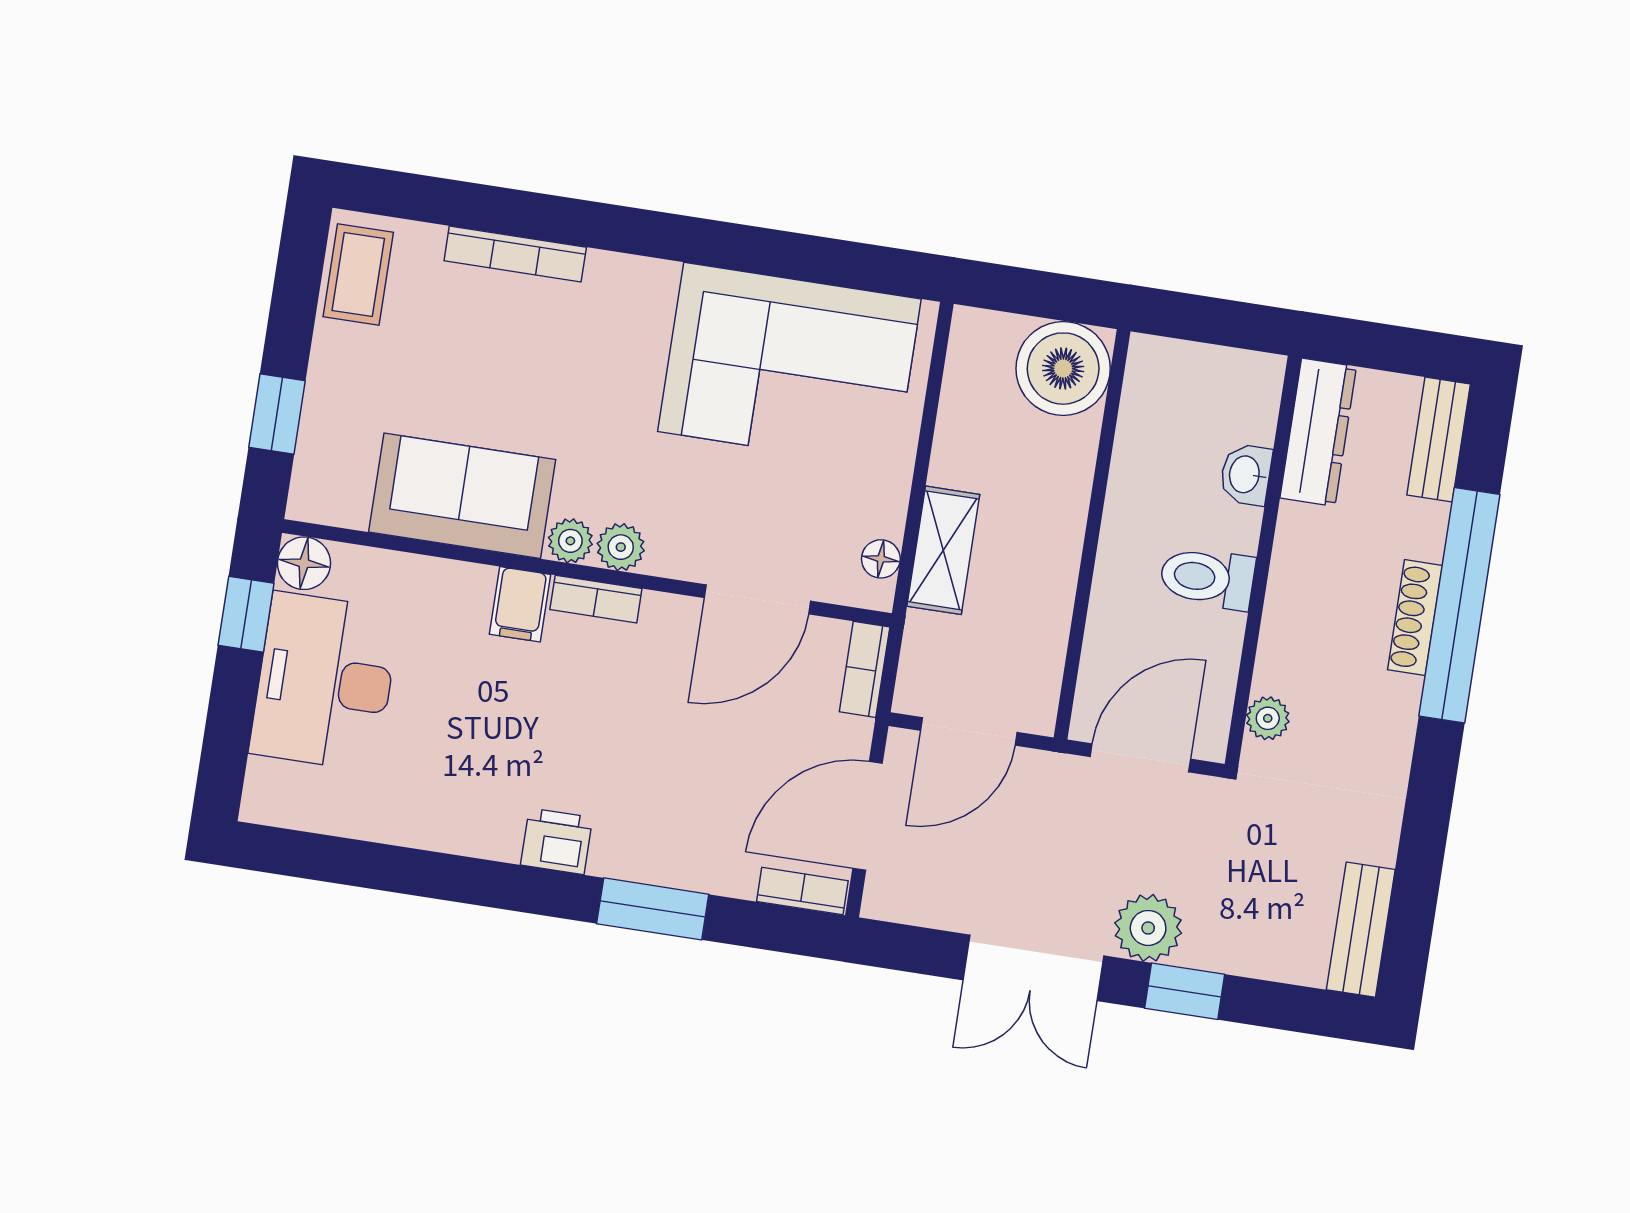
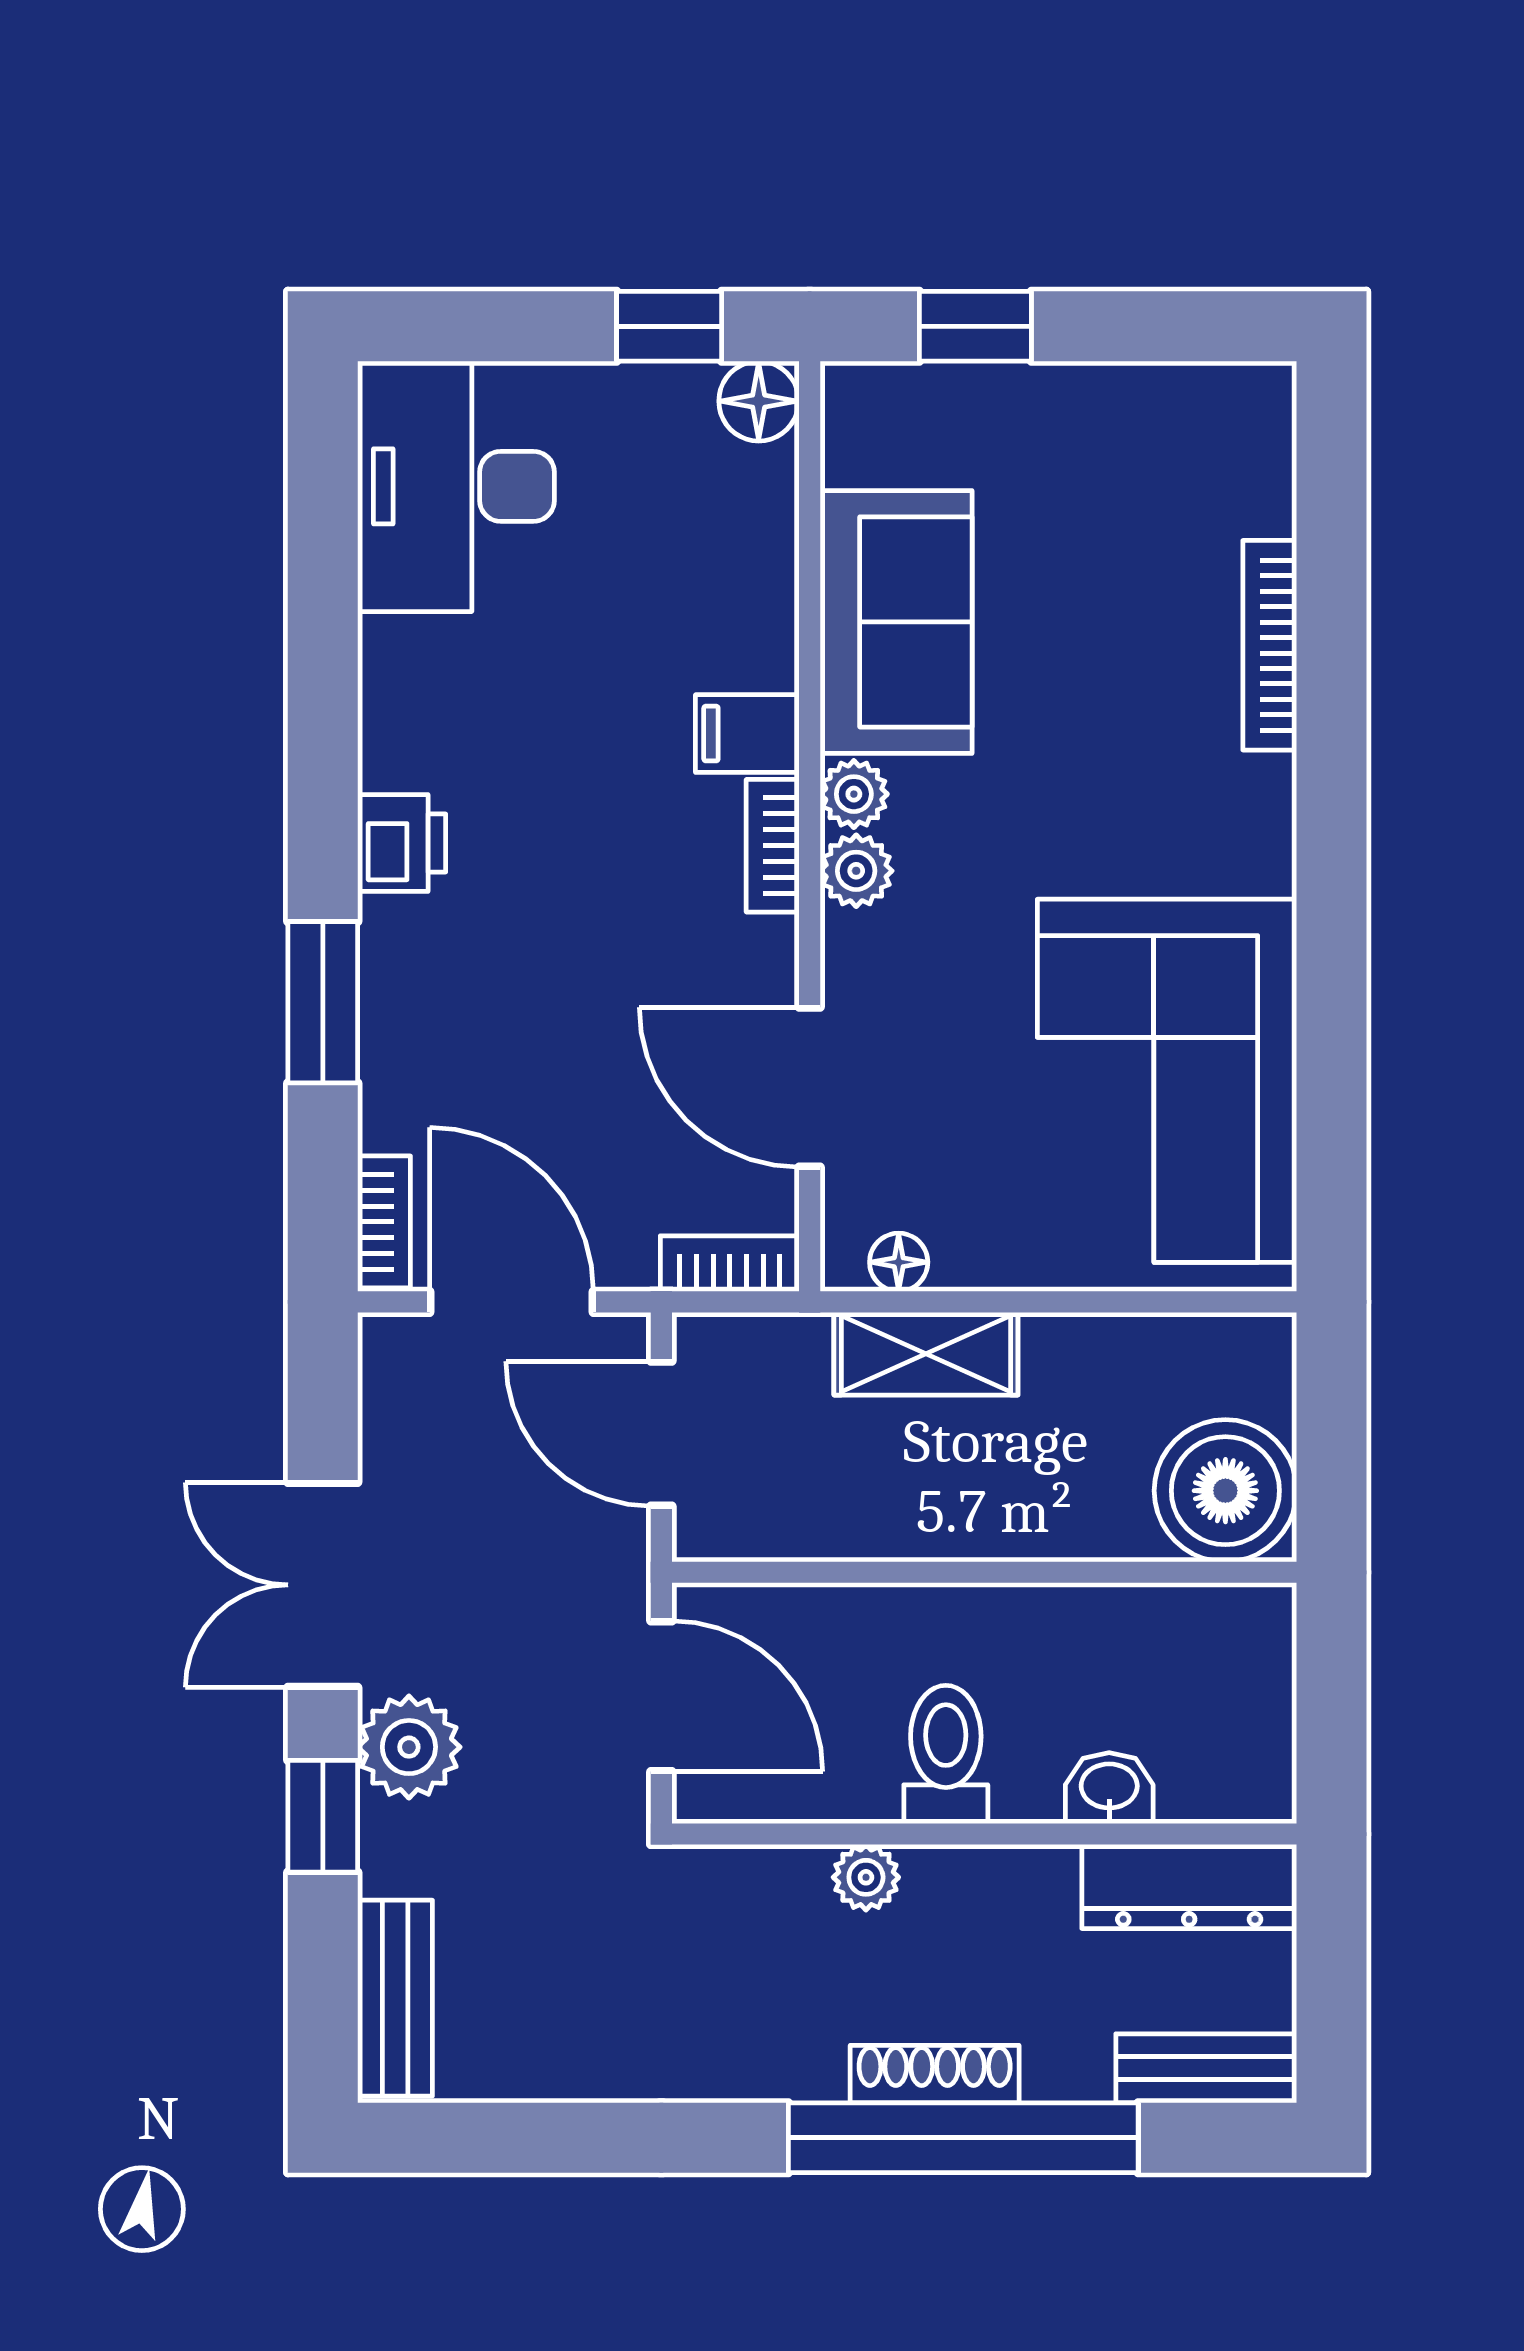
coffee table: (358, 275) -> (1203, 415), removed
desk: (325, 682) -> (456, 486), moved, turned -90
plant: (1268, 718) -> (866, 1877), moved
bench: (1361, 930) -> (395, 1998), moved, turned 90

